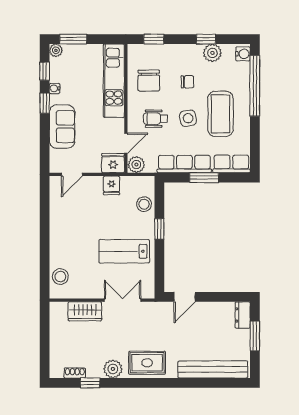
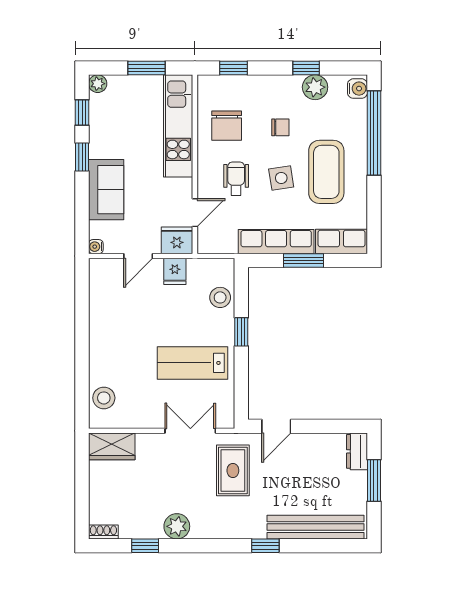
window: (73, 39) -> (146, 68), moved
water cooler: (55, 88) -> (96, 247), moved
wheelchair: (156, 119) -> (236, 179), turned 90
plant: (136, 165) -> (209, 242), removed
door: (72, 174) -> (138, 256), moved
wardrobe: (85, 311) -> (112, 446), moved
rug: (147, 363) -> (233, 470), moved, turned 90
shoe rack: (75, 373) -> (103, 532), moved
window: (177, 383) -> (265, 546), added

